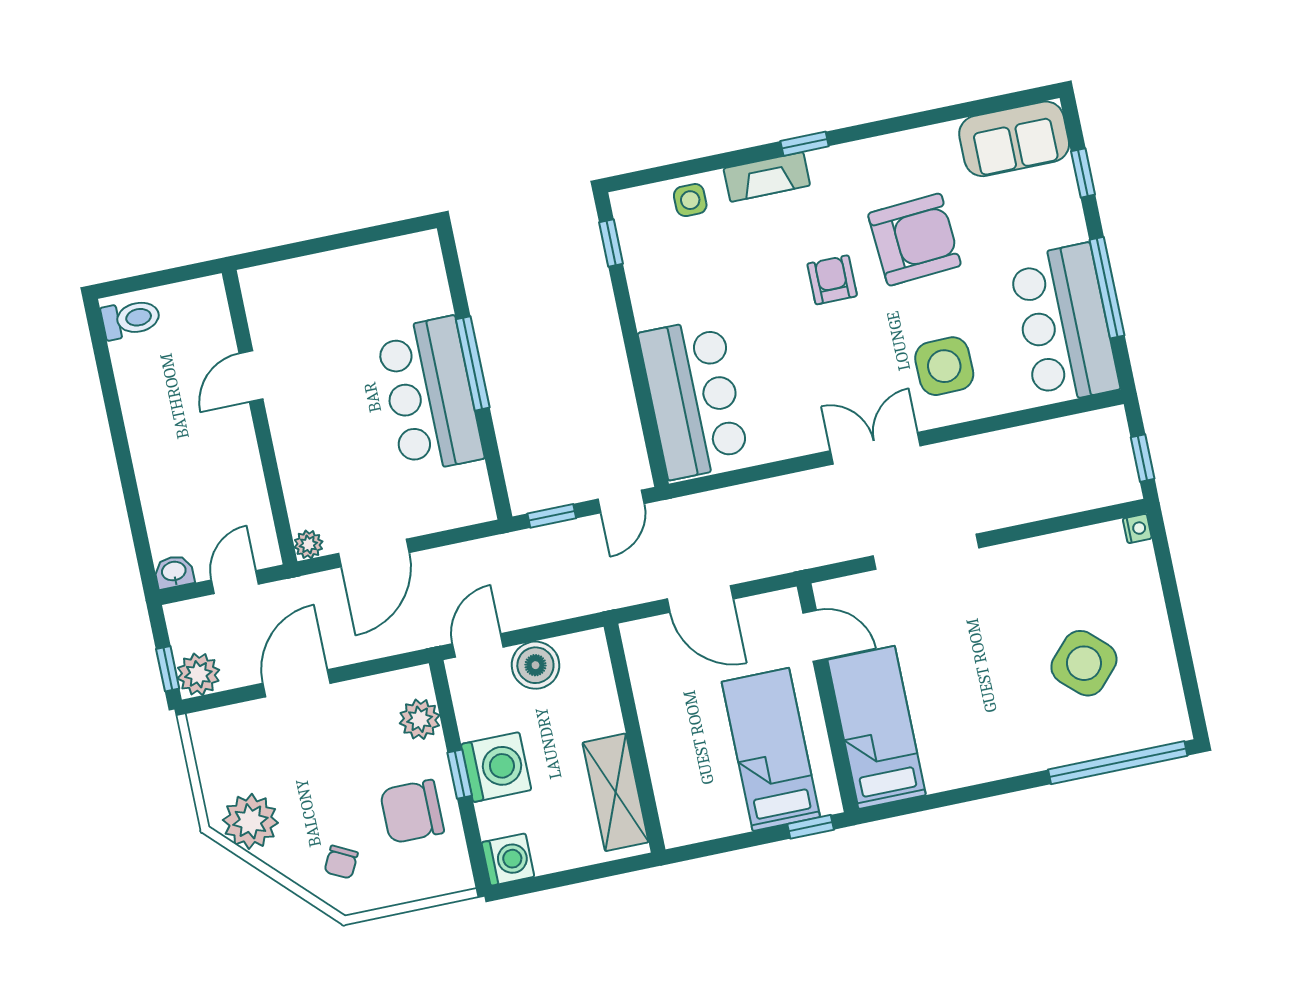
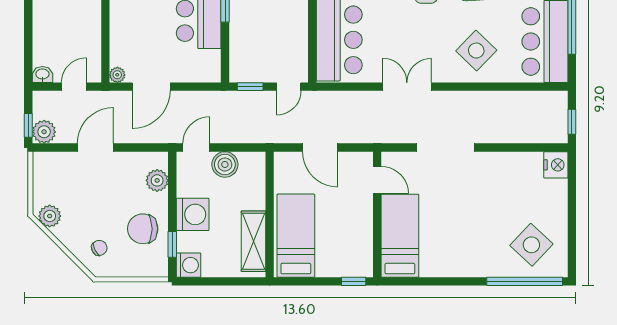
side table: (944, 366) -> (476, 51), turned 45
double door: (875, 448) -> (407, 87), moved
nightstand: (1137, 528) -> (556, 165), width x1.89, depth x1.79
side table: (1084, 663) -> (531, 245), moved
bed: (771, 749) -> (296, 236), moved
window: (460, 774) -> (172, 244), moved
plant: (250, 821) -> (50, 216), width x0.73, depth x0.73
chair: (341, 862) -> (99, 248), turned -145

